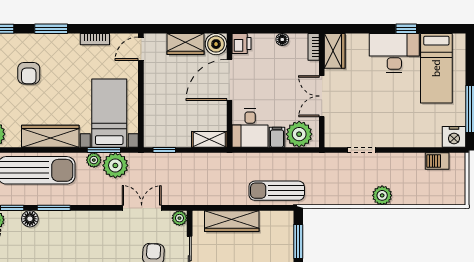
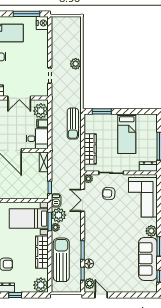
barbecue: (437, 161) -> (56, 200), moved

